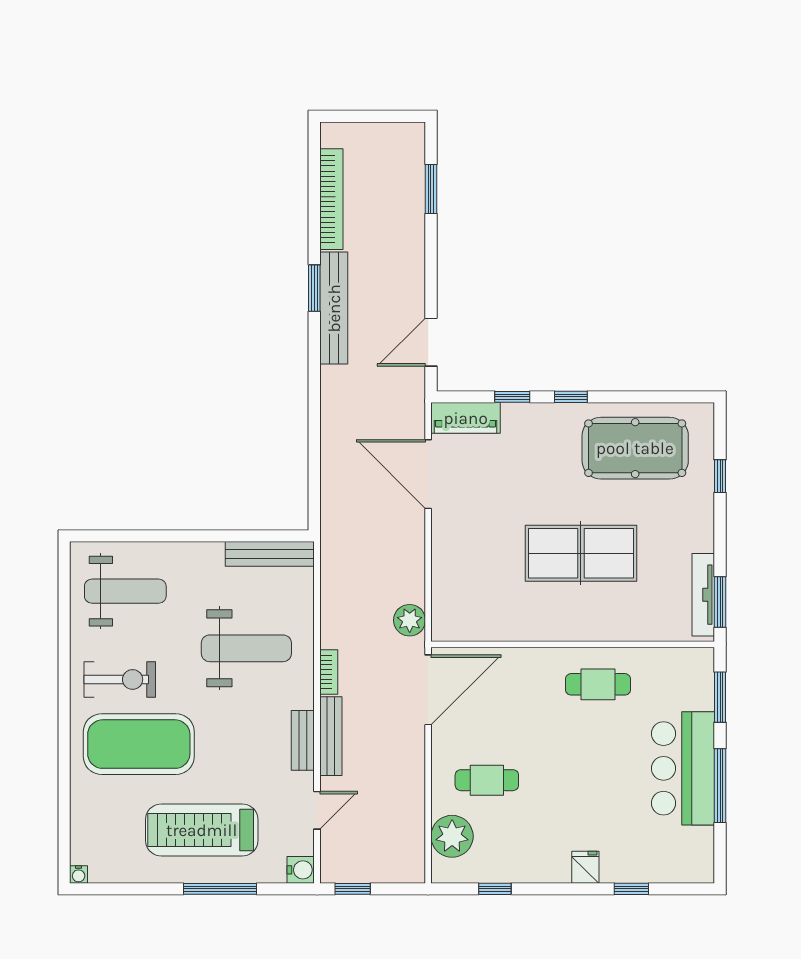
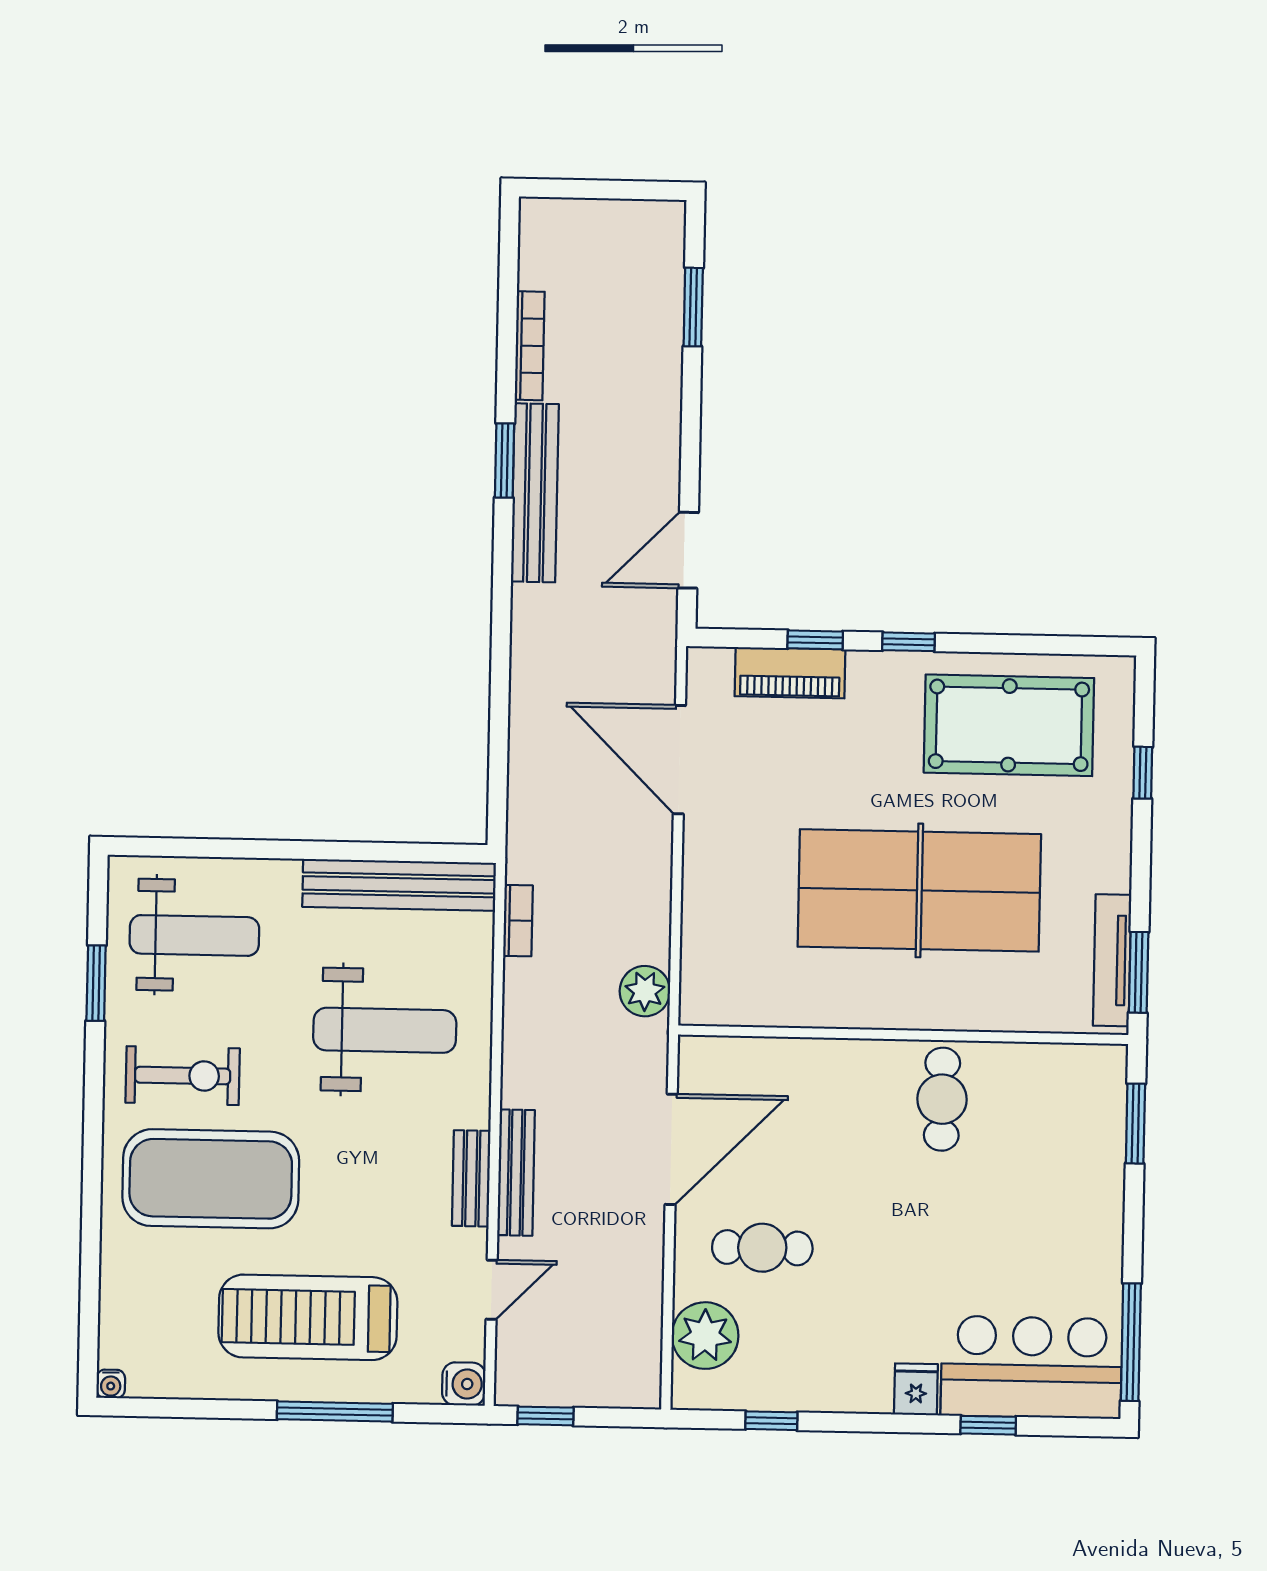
bookcase: (331, 199) -> (530, 346), width x0.68, depth x0.76
piano: (466, 418) -> (790, 673), moved
table tennis table: (581, 553) -> (919, 890), width x1.36, depth x1.32
bench: (270, 554) -> (399, 885), width x1.37, depth x1.21
window: (64, 622) -> (96, 983), added
bookcase: (329, 672) -> (518, 921), moved
cafe table: (598, 684) -> (942, 1099), turned 90
door: (428, 690) -> (671, 1149), moved
bar counter: (683, 768) -> (1031, 1367), moved, turned 90
window: (720, 786) -> (1131, 1342), moved

